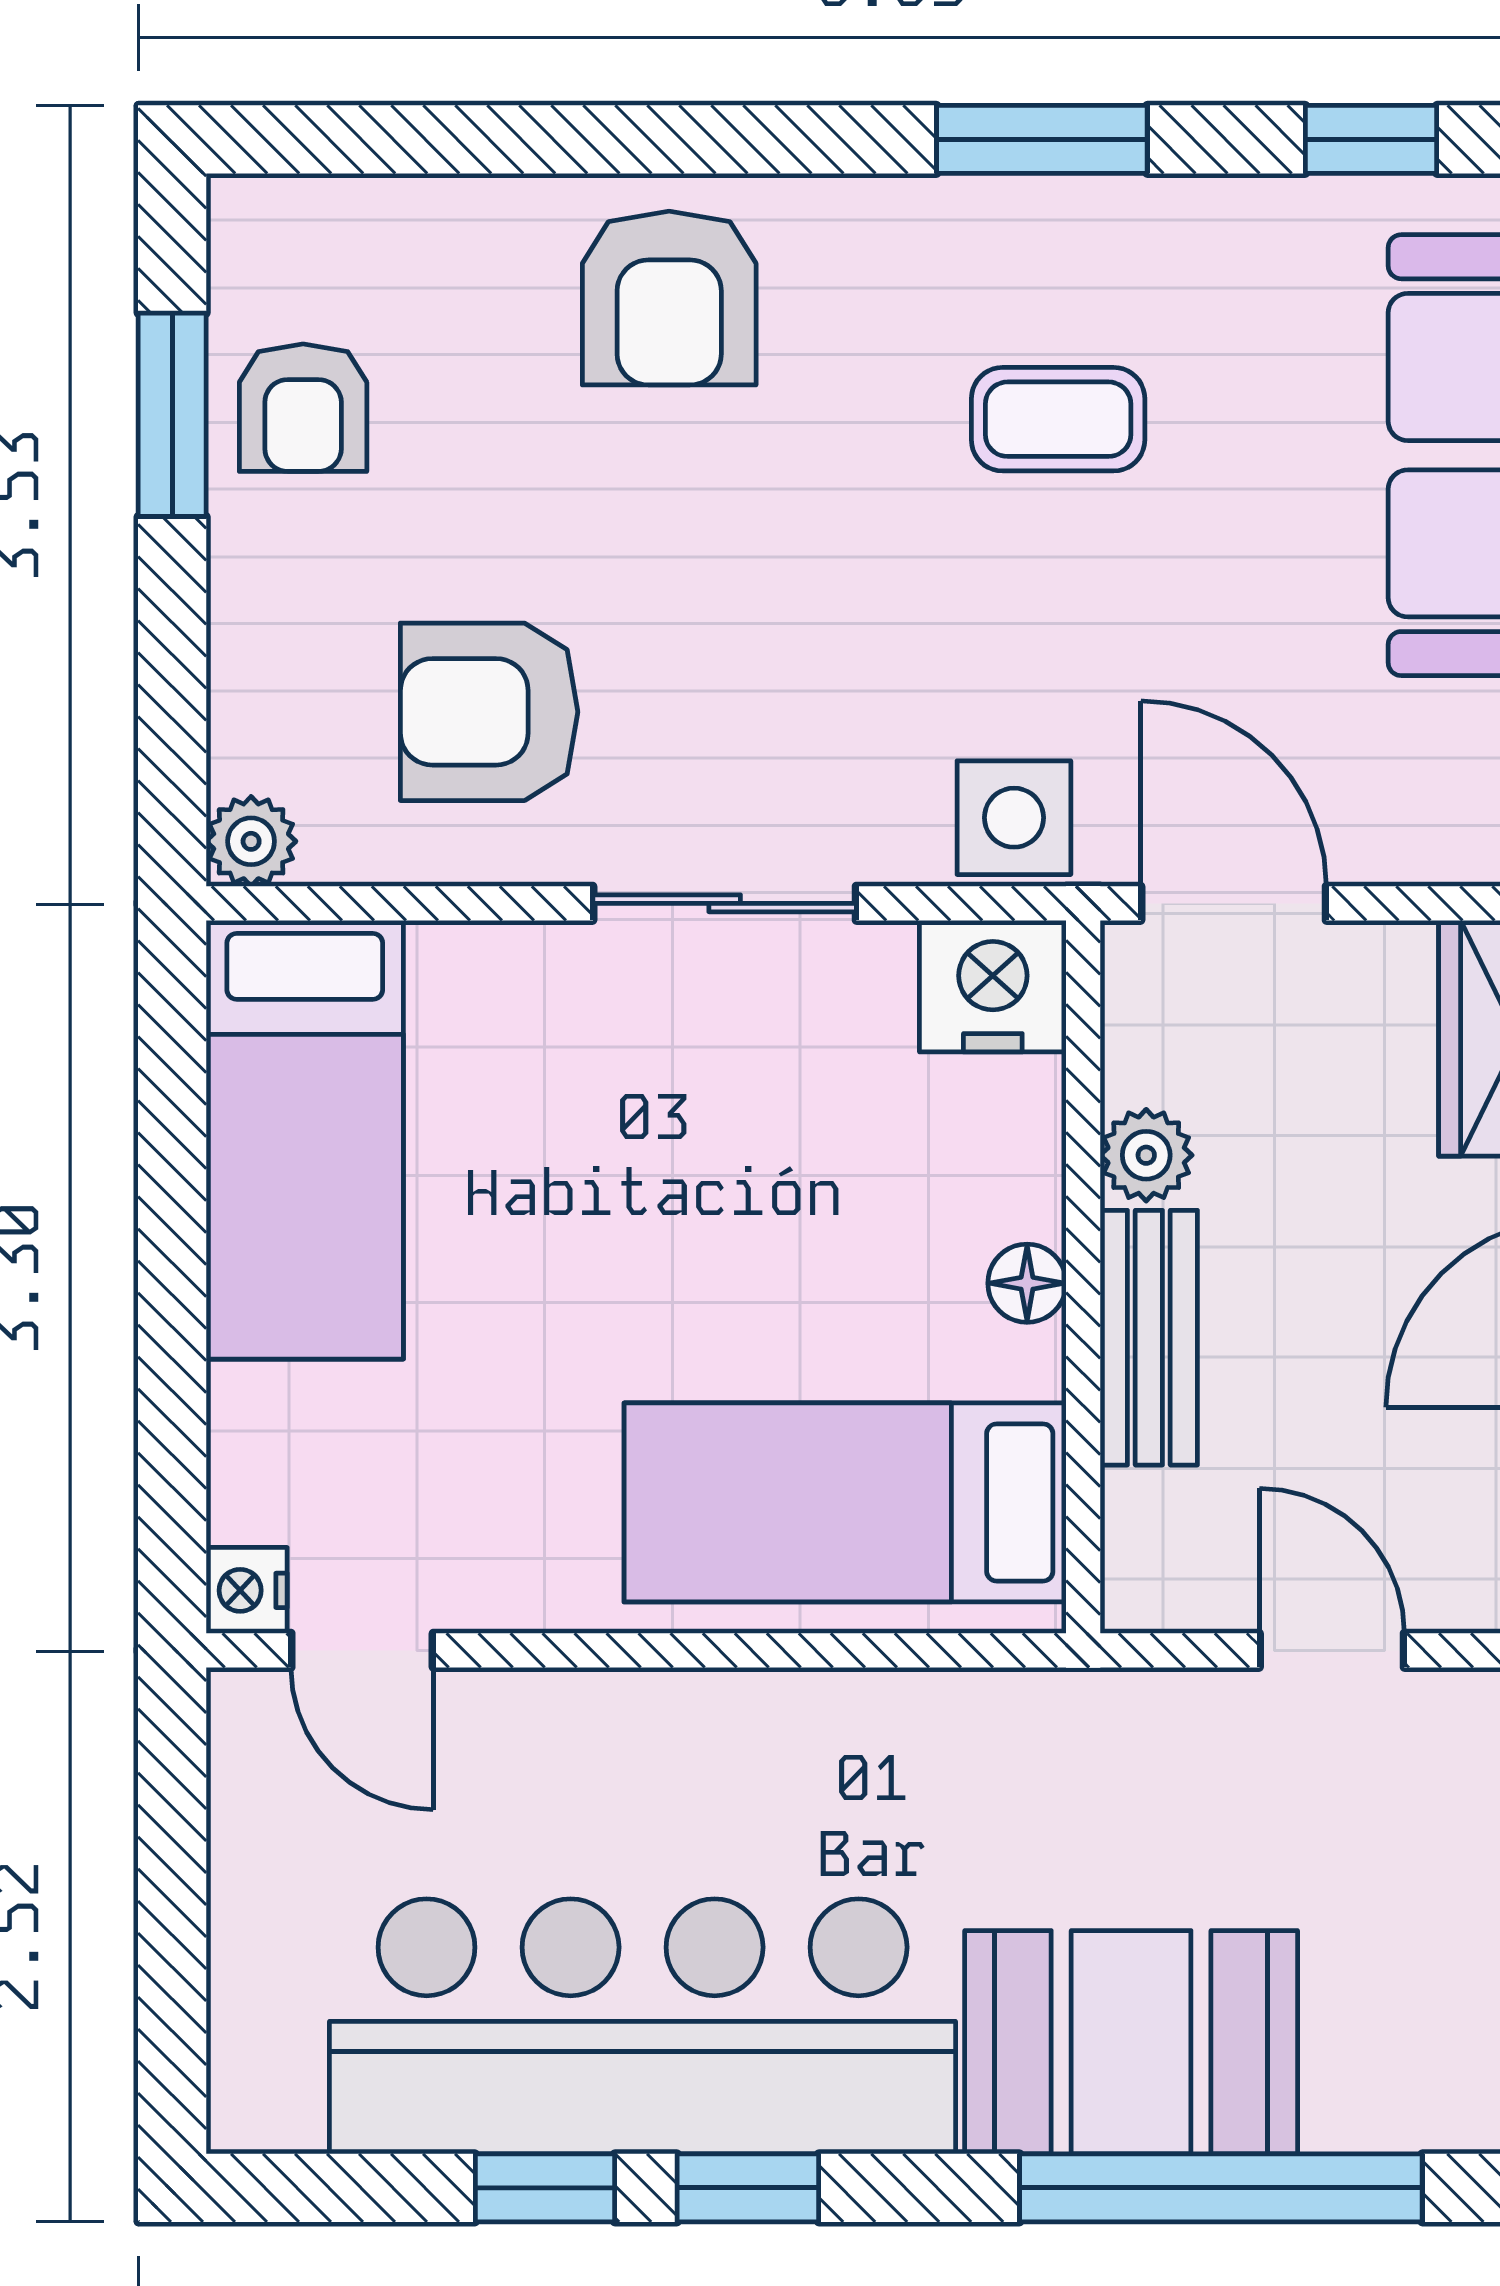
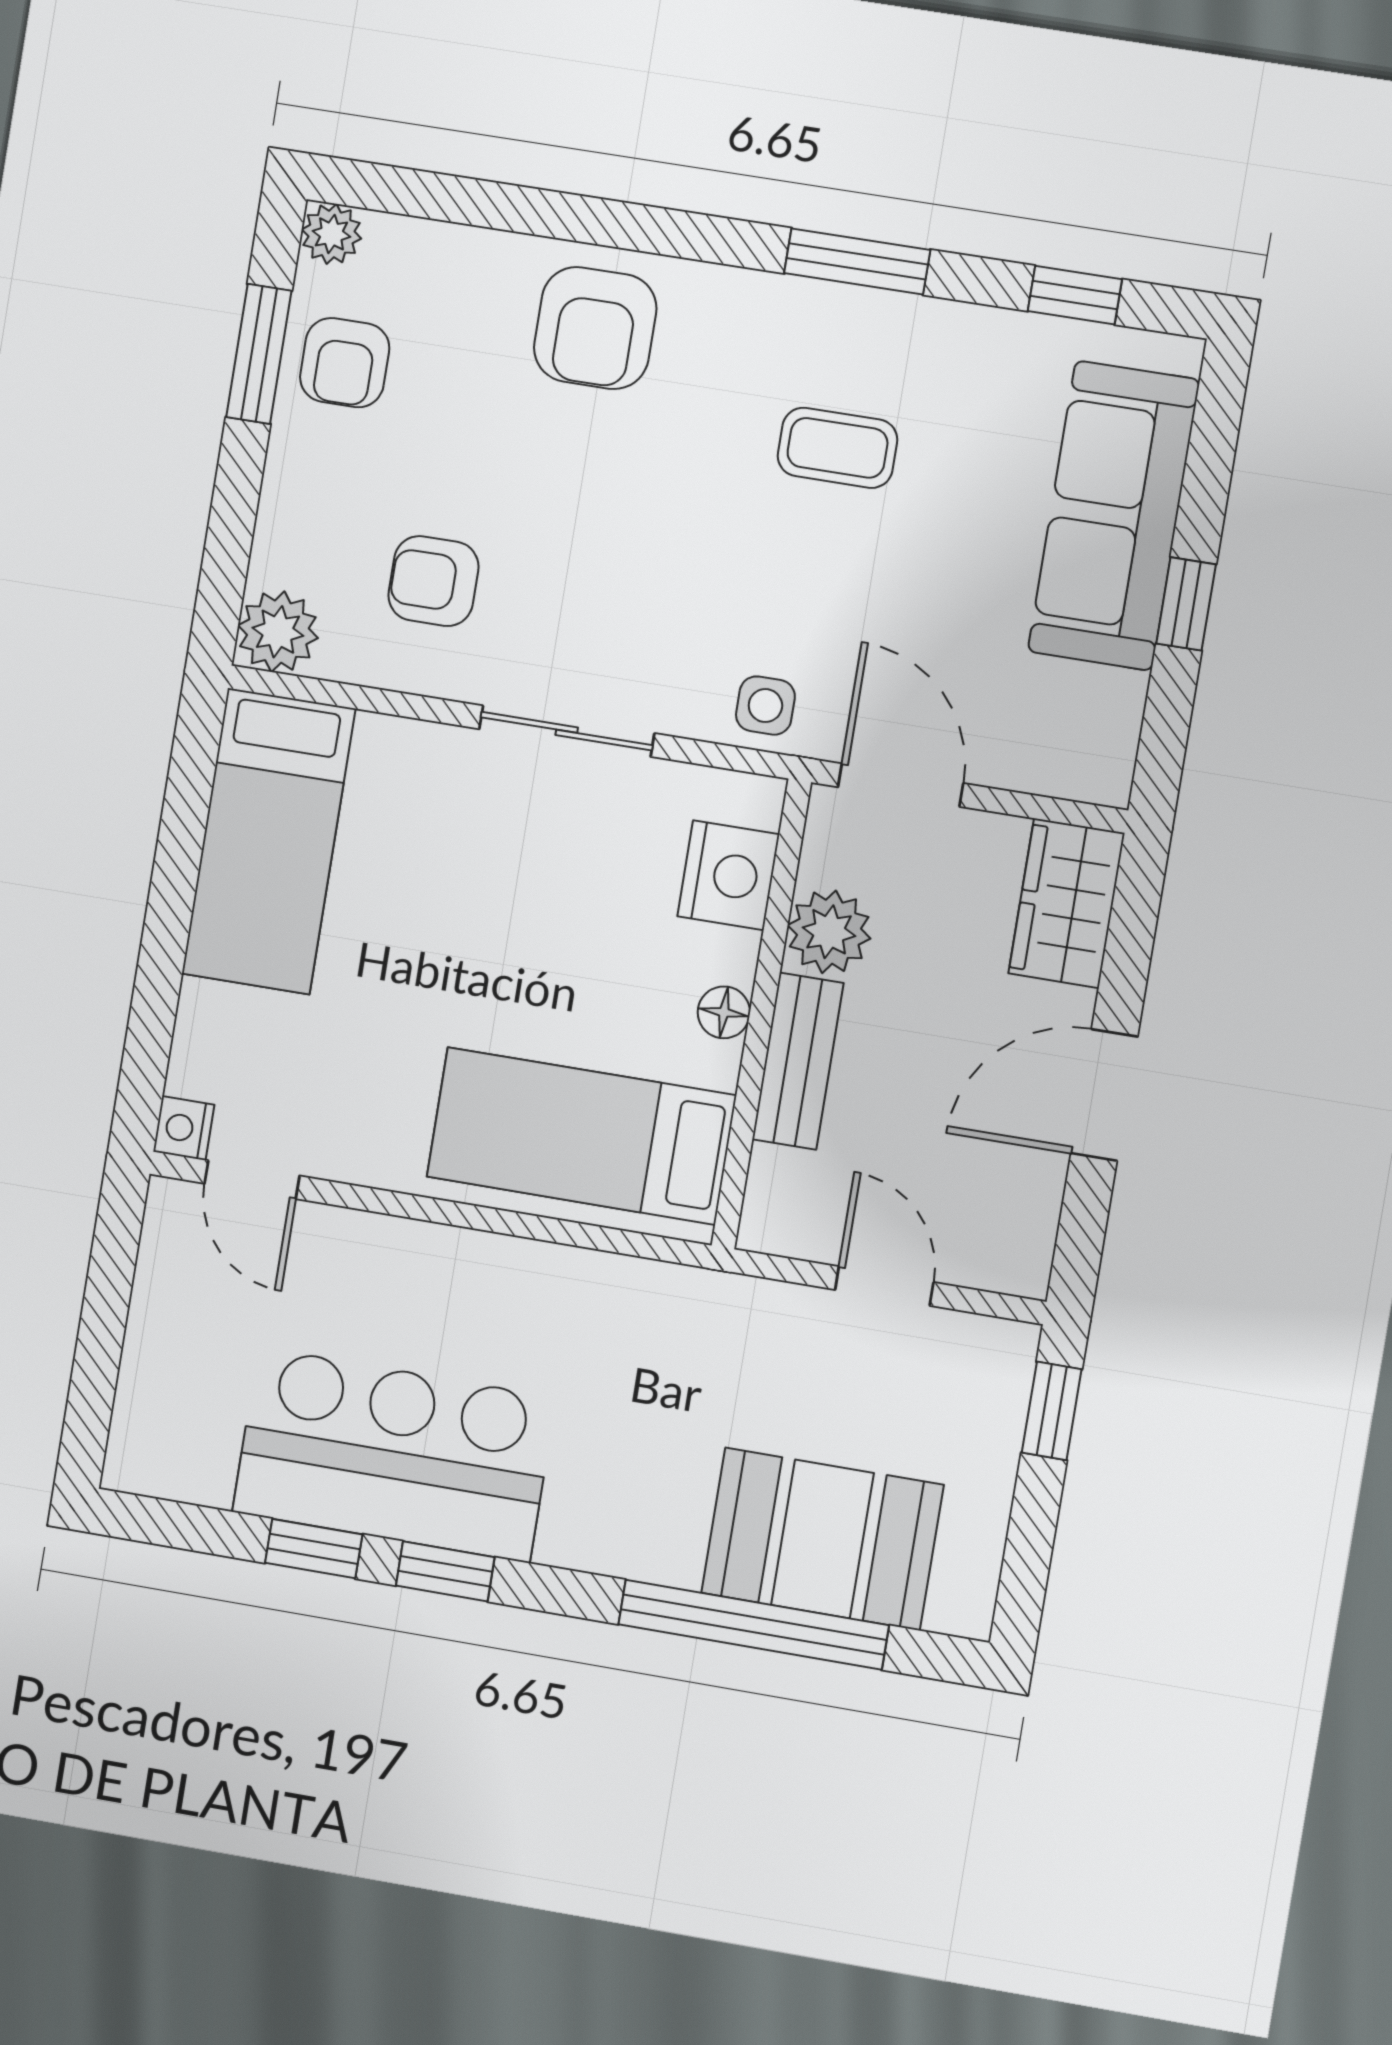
plant: (252, 219) -> (331, 234), added
armchair: (489, 712) -> (433, 581), width x0.72, depth x0.72
side table: (1014, 818) -> (765, 706), width x0.73, depth x0.73
plant: (251, 841) -> (278, 632), width x1.38, depth x1.38
nightstand: (993, 986) -> (728, 875), moved, turned 90
plant: (1146, 1155) -> (829, 932), width x1.38, depth x1.38
bar counter: (643, 2026) -> (394, 1455), width x0.73
booth: (1131, 2042) -> (822, 1539), moved

